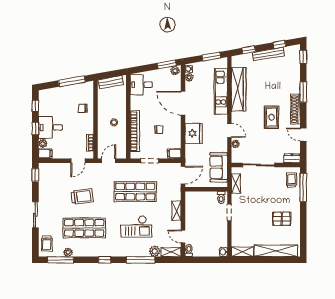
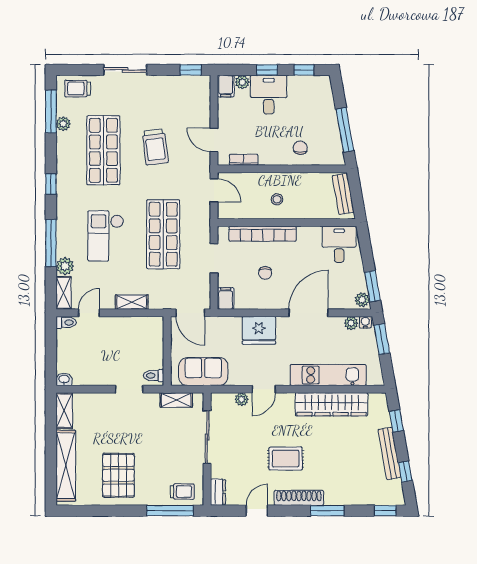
window: (211, 57) -> (382, 339), moved
pallet: (282, 219) -> (118, 475), width x1.50, depth x1.42

